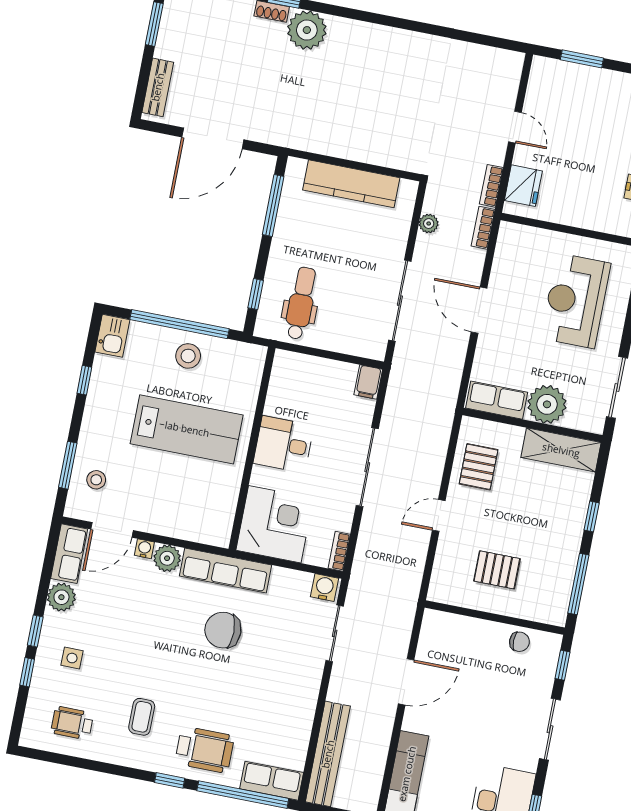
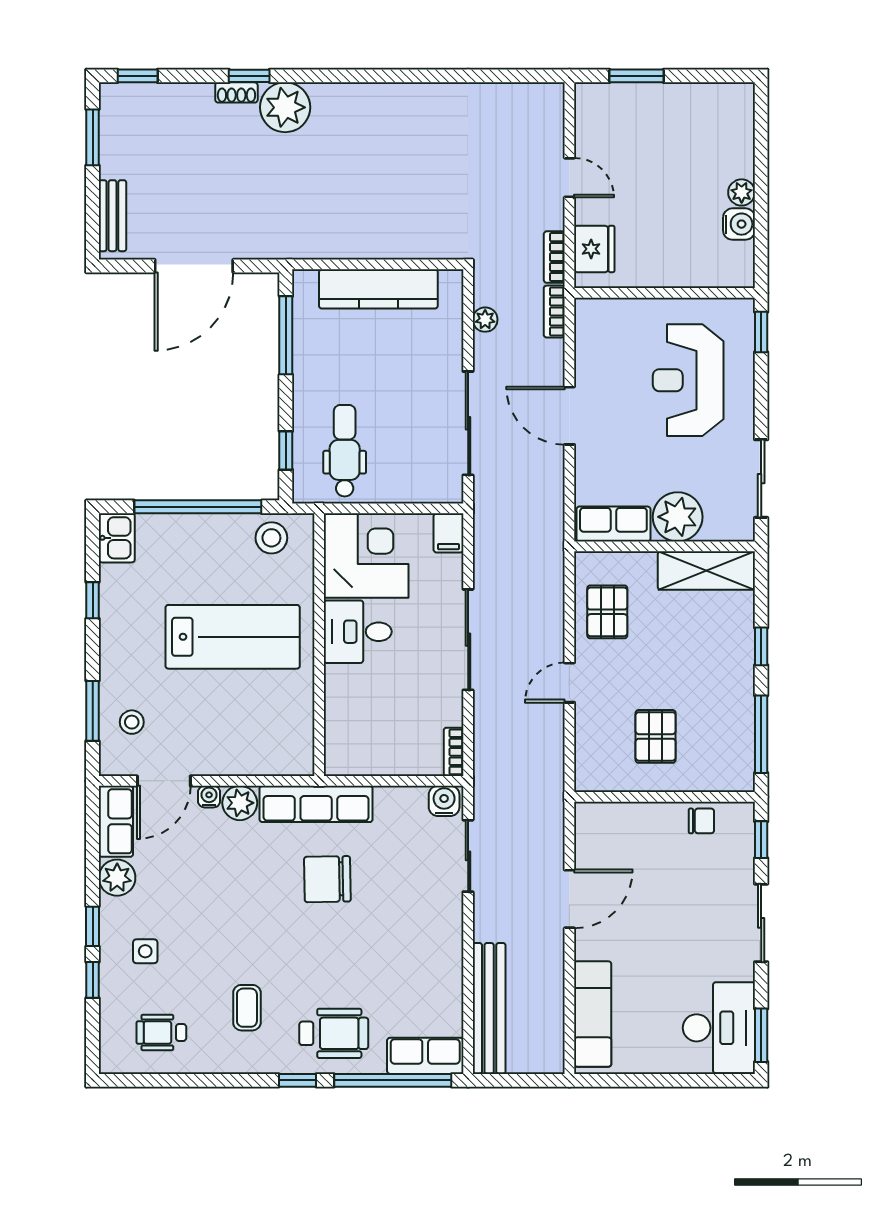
stool: (188, 356) -> (271, 538), moved
corner desk: (275, 524) -> (366, 555), moved
pallet: (497, 570) -> (656, 736), turned 90

